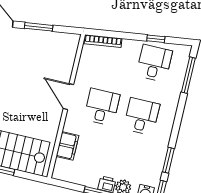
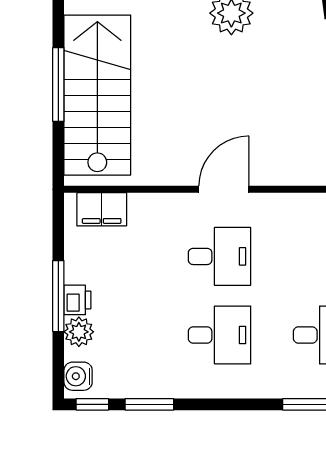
filing cabinet: (67, 146) -> (102, 209), moved

